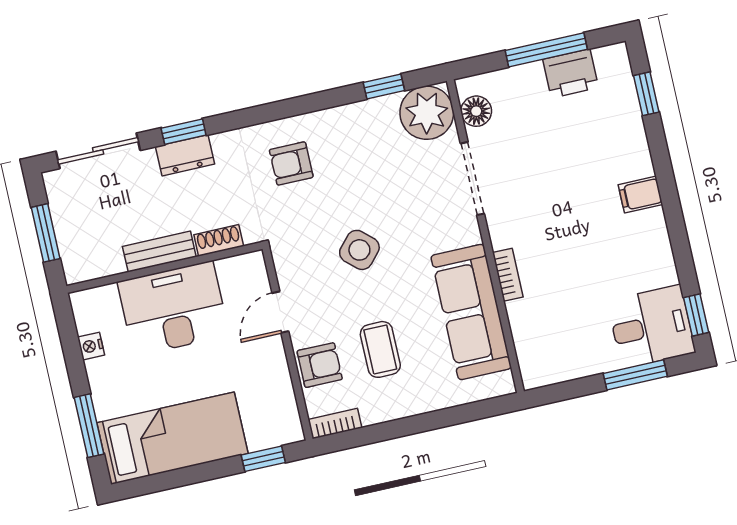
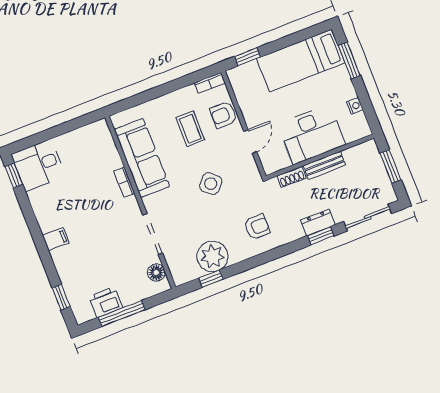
plant: (427, 113) -> (212, 256), moved
window: (635, 375) -> (43, 136), removed

